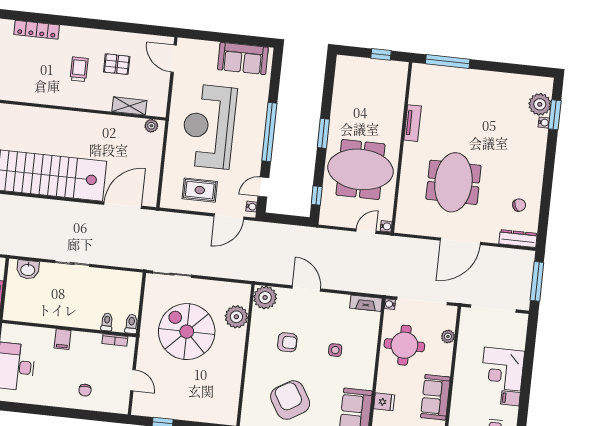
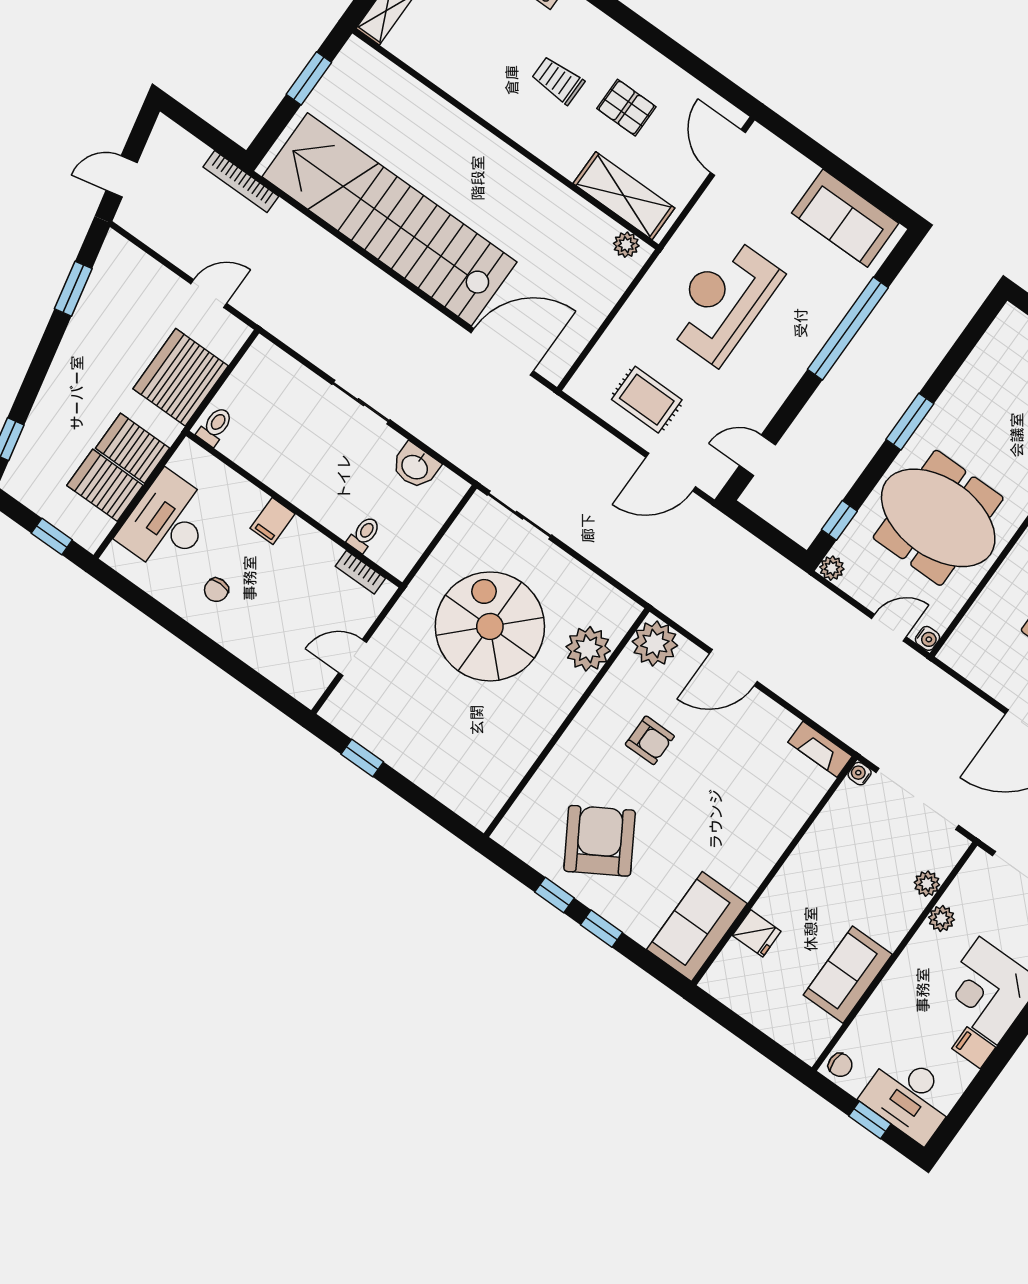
trolley: (79, 69) -> (558, 80), turned -90
shelving: (129, 106) -> (624, 196), width x1.50, depth x1.33
reception desk: (209, 126) -> (723, 300), width x0.74, depth x0.77
window: (269, 132) -> (848, 328), moved
water cooler: (252, 207) -> (719, 477), removed
plant: (325, 219) -> (832, 568), added
washbasin: (28, 270) -> (415, 466), moved
door: (306, 289) -> (733, 668), swing flipped
toilet: (131, 324) -> (215, 426), moved
round table: (404, 345) -> (845, 857), removed
plant: (463, 348) -> (942, 918), added
side table: (335, 350) -> (723, 799), removed
door: (133, 380) -> (353, 657), swing flipped
chair: (85, 390) -> (216, 590), moved

